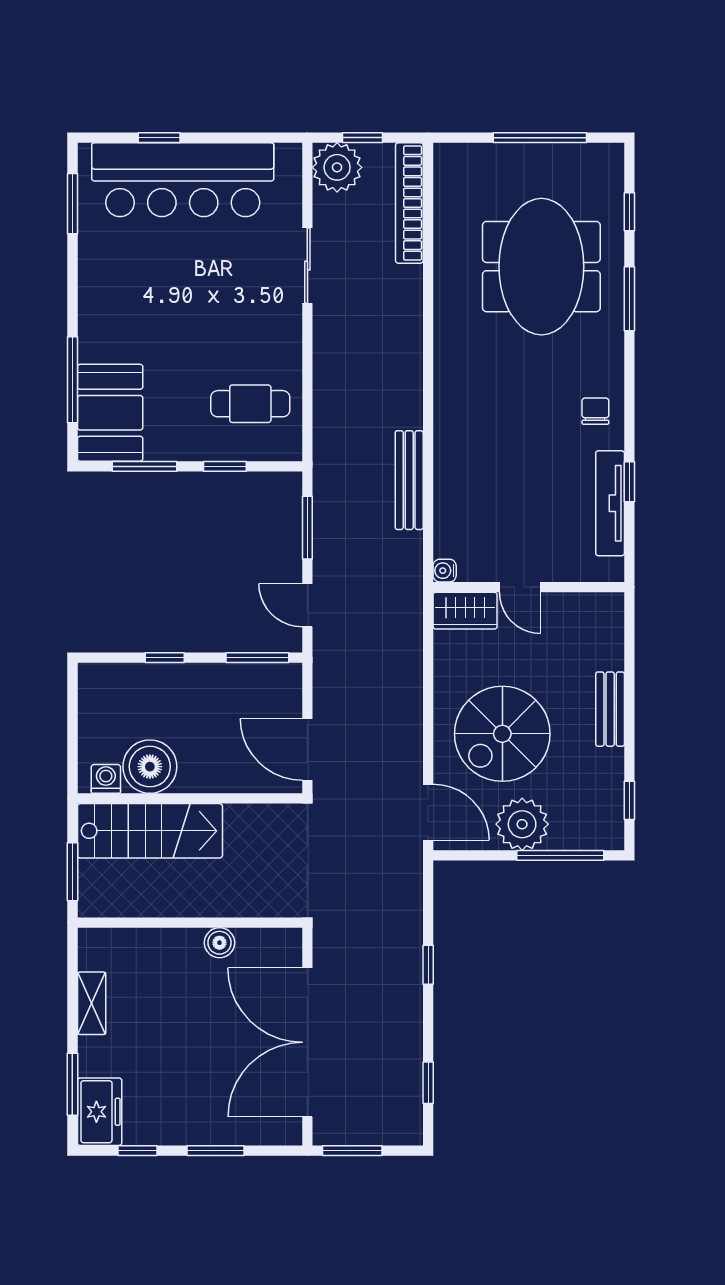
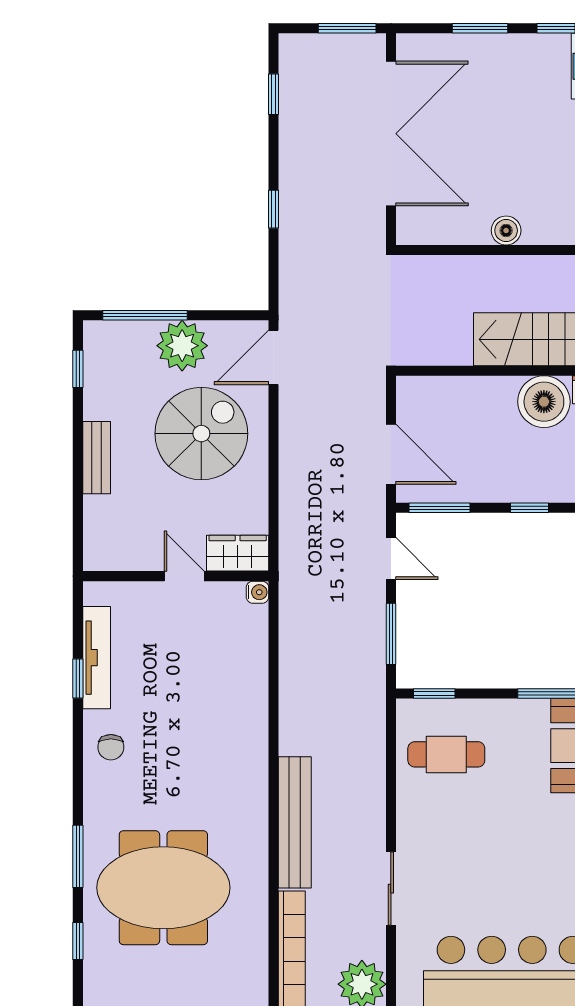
meeting table: (541, 267) -> (163, 888), turned 90
window: (225, 466) -> (434, 694), moved
bench: (409, 480) -> (295, 822), moved, width x1.37, depth x1.21
door: (307, 749) -> (391, 454), moved
door: (428, 812) -> (274, 357), hinge flipped
boiler: (219, 943) -> (506, 231), moved

